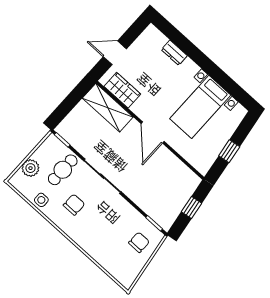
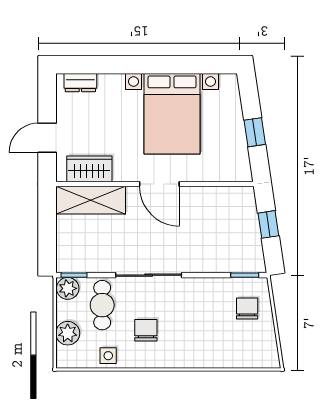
dresser: (174, 53) -> (80, 83), moved
bed with nightstands: (200, 107) -> (172, 114), width x1.36
plant: (52, 144) -> (68, 288), added

